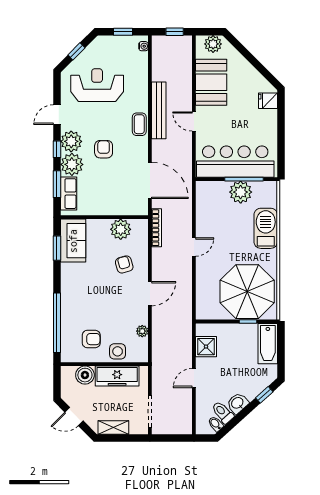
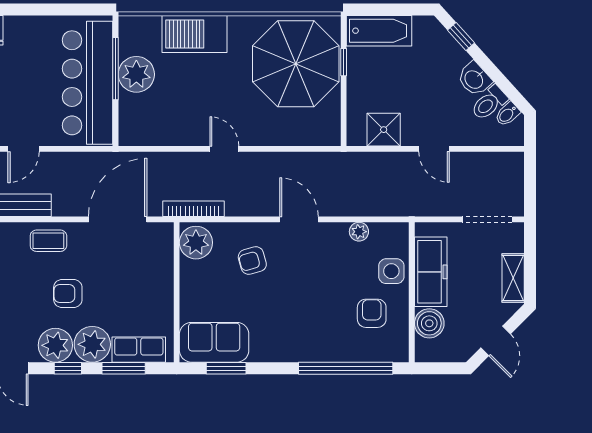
coffee table: (139, 124) -> (48, 241), moved
plant: (121, 229) -> (196, 243), moved

